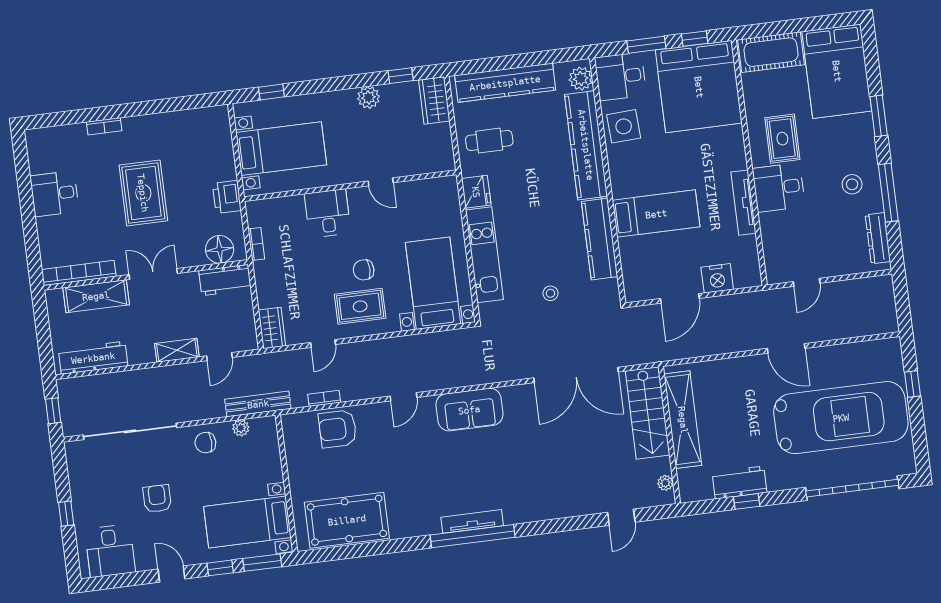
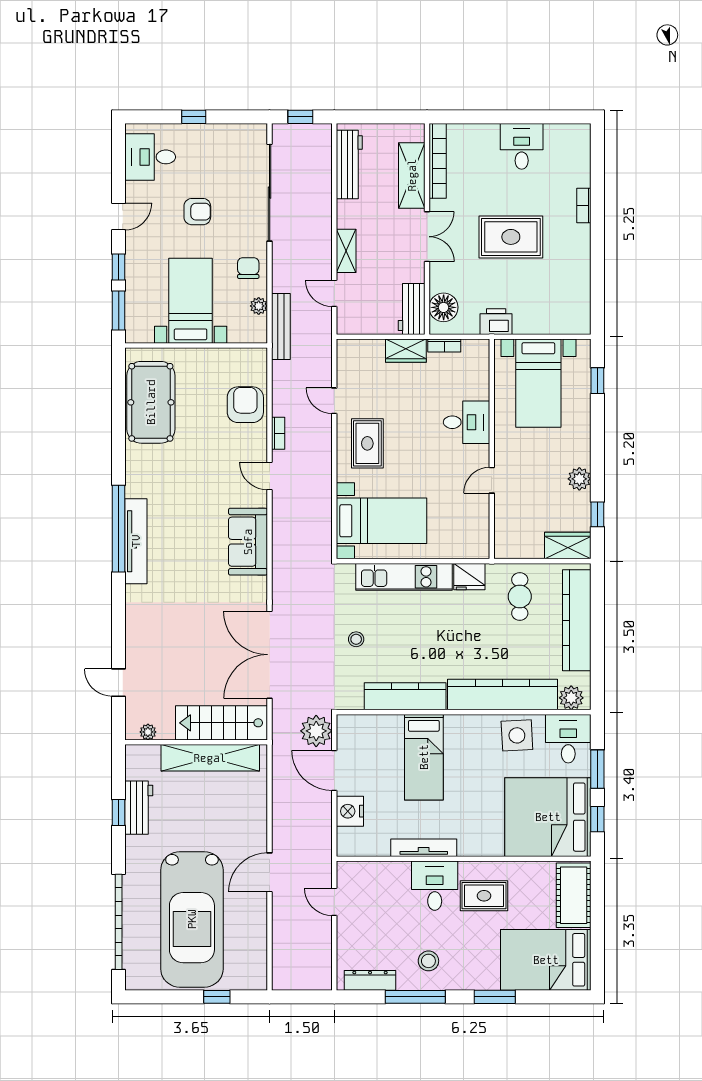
chair: (364, 270) -> (404, 452), removed
plant: (644, 321) -> (316, 731), added
wardrobe: (272, 328) -> (406, 351), moved
bookcase: (324, 398) -> (278, 433), moved
tv unit: (472, 521) -> (136, 541), width x1.36, depth x1.29
bed with nightstands: (247, 522) -> (191, 301), moved

